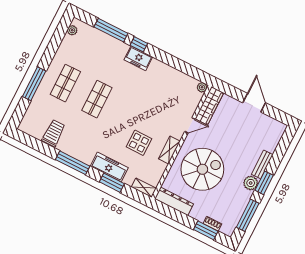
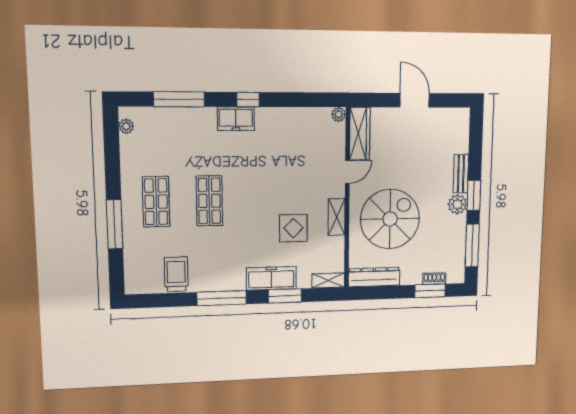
window: (139, 44) -> (248, 99), moved

